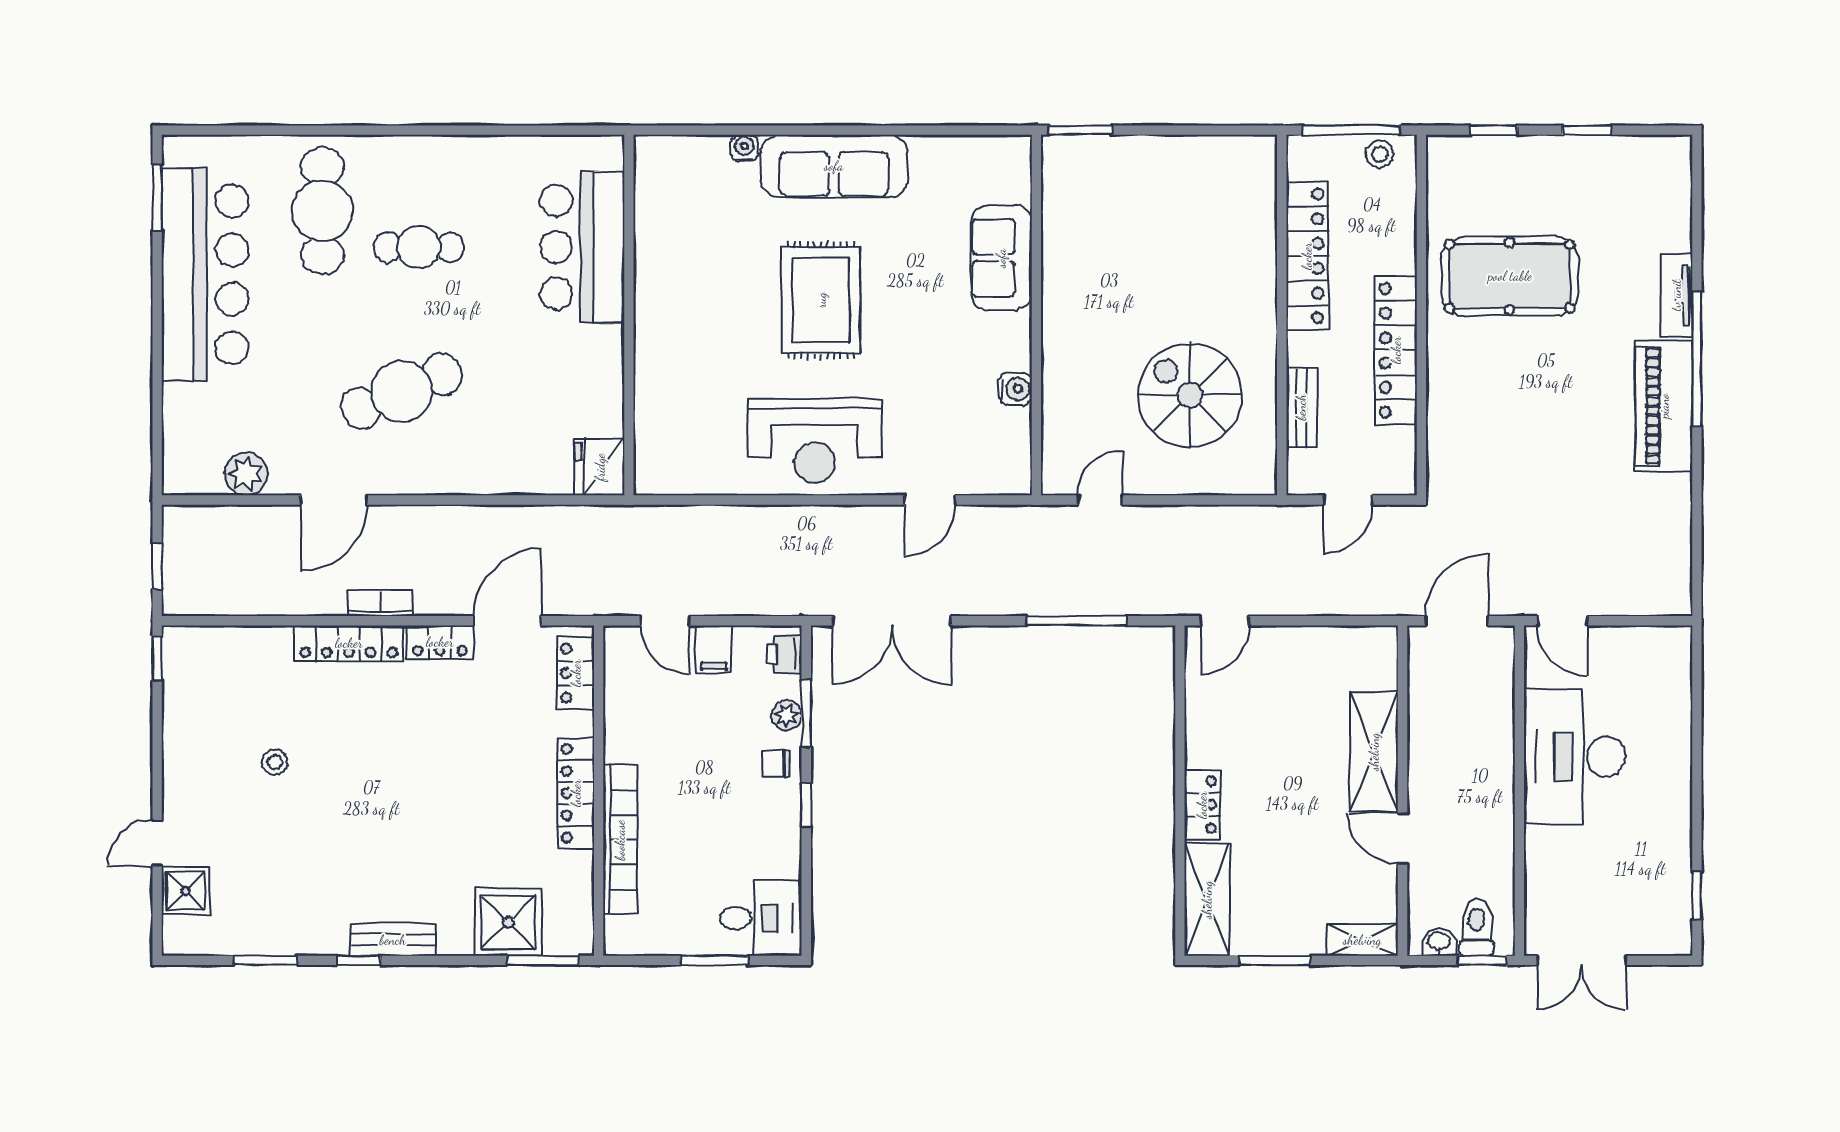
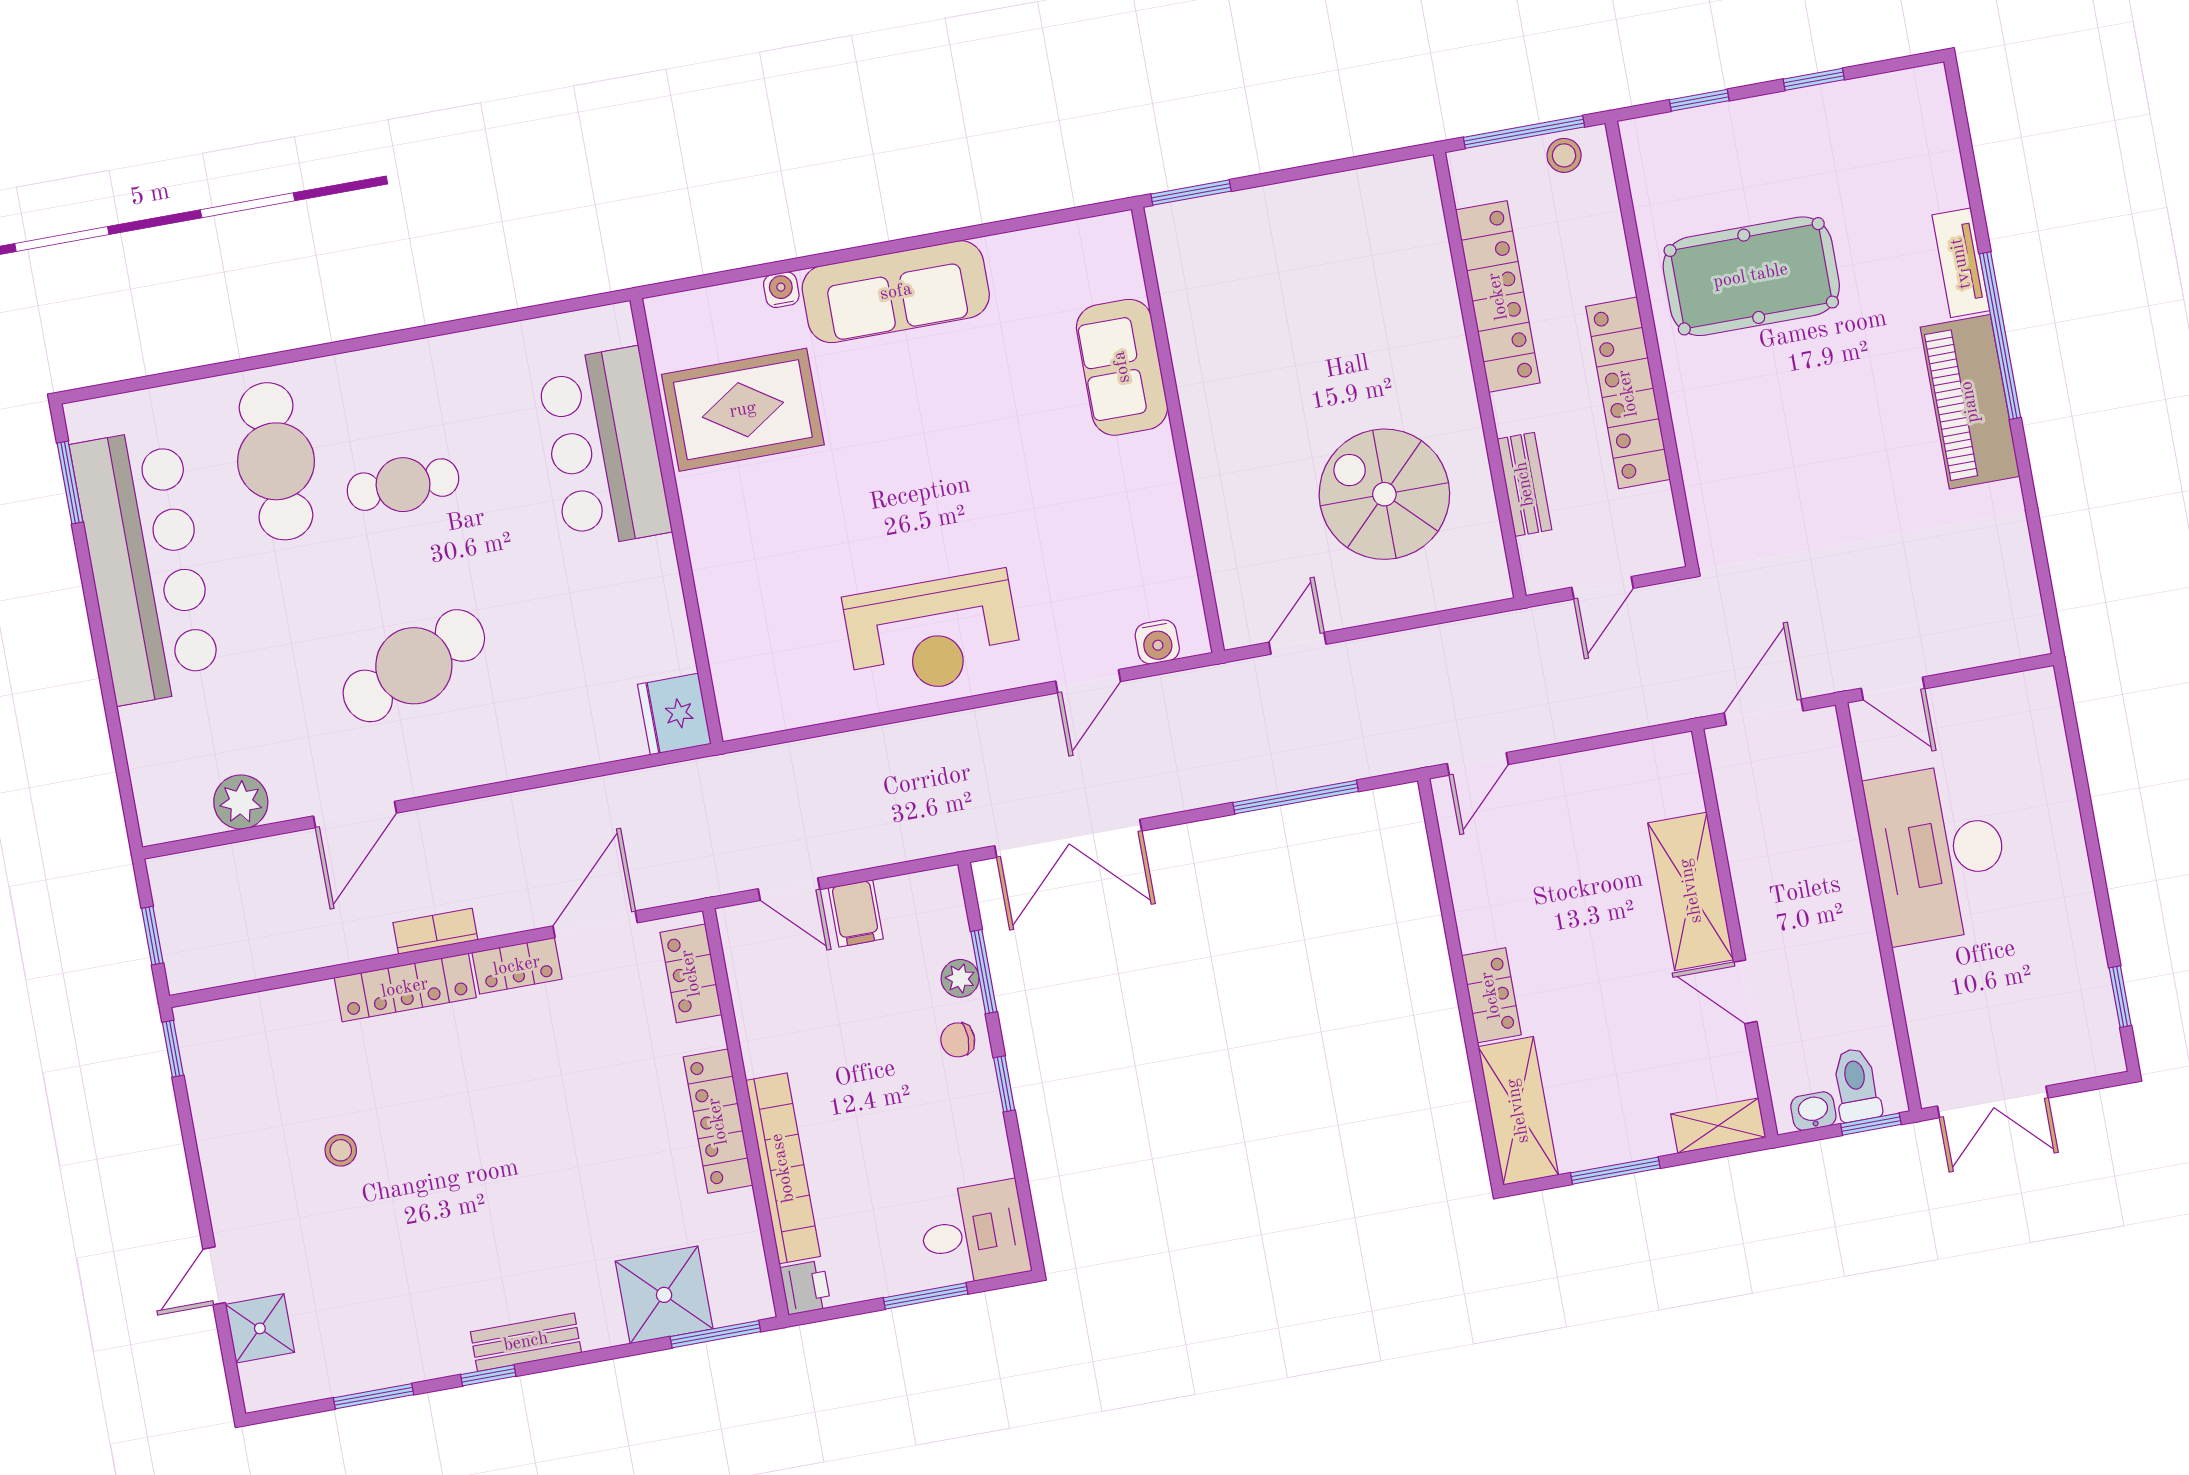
rug: (821, 300) -> (743, 410), moved, turned 90
water cooler: (1015, 389) -> (1157, 642), moved, turned 90
printer: (784, 654) -> (805, 1287), moved, turned 180

